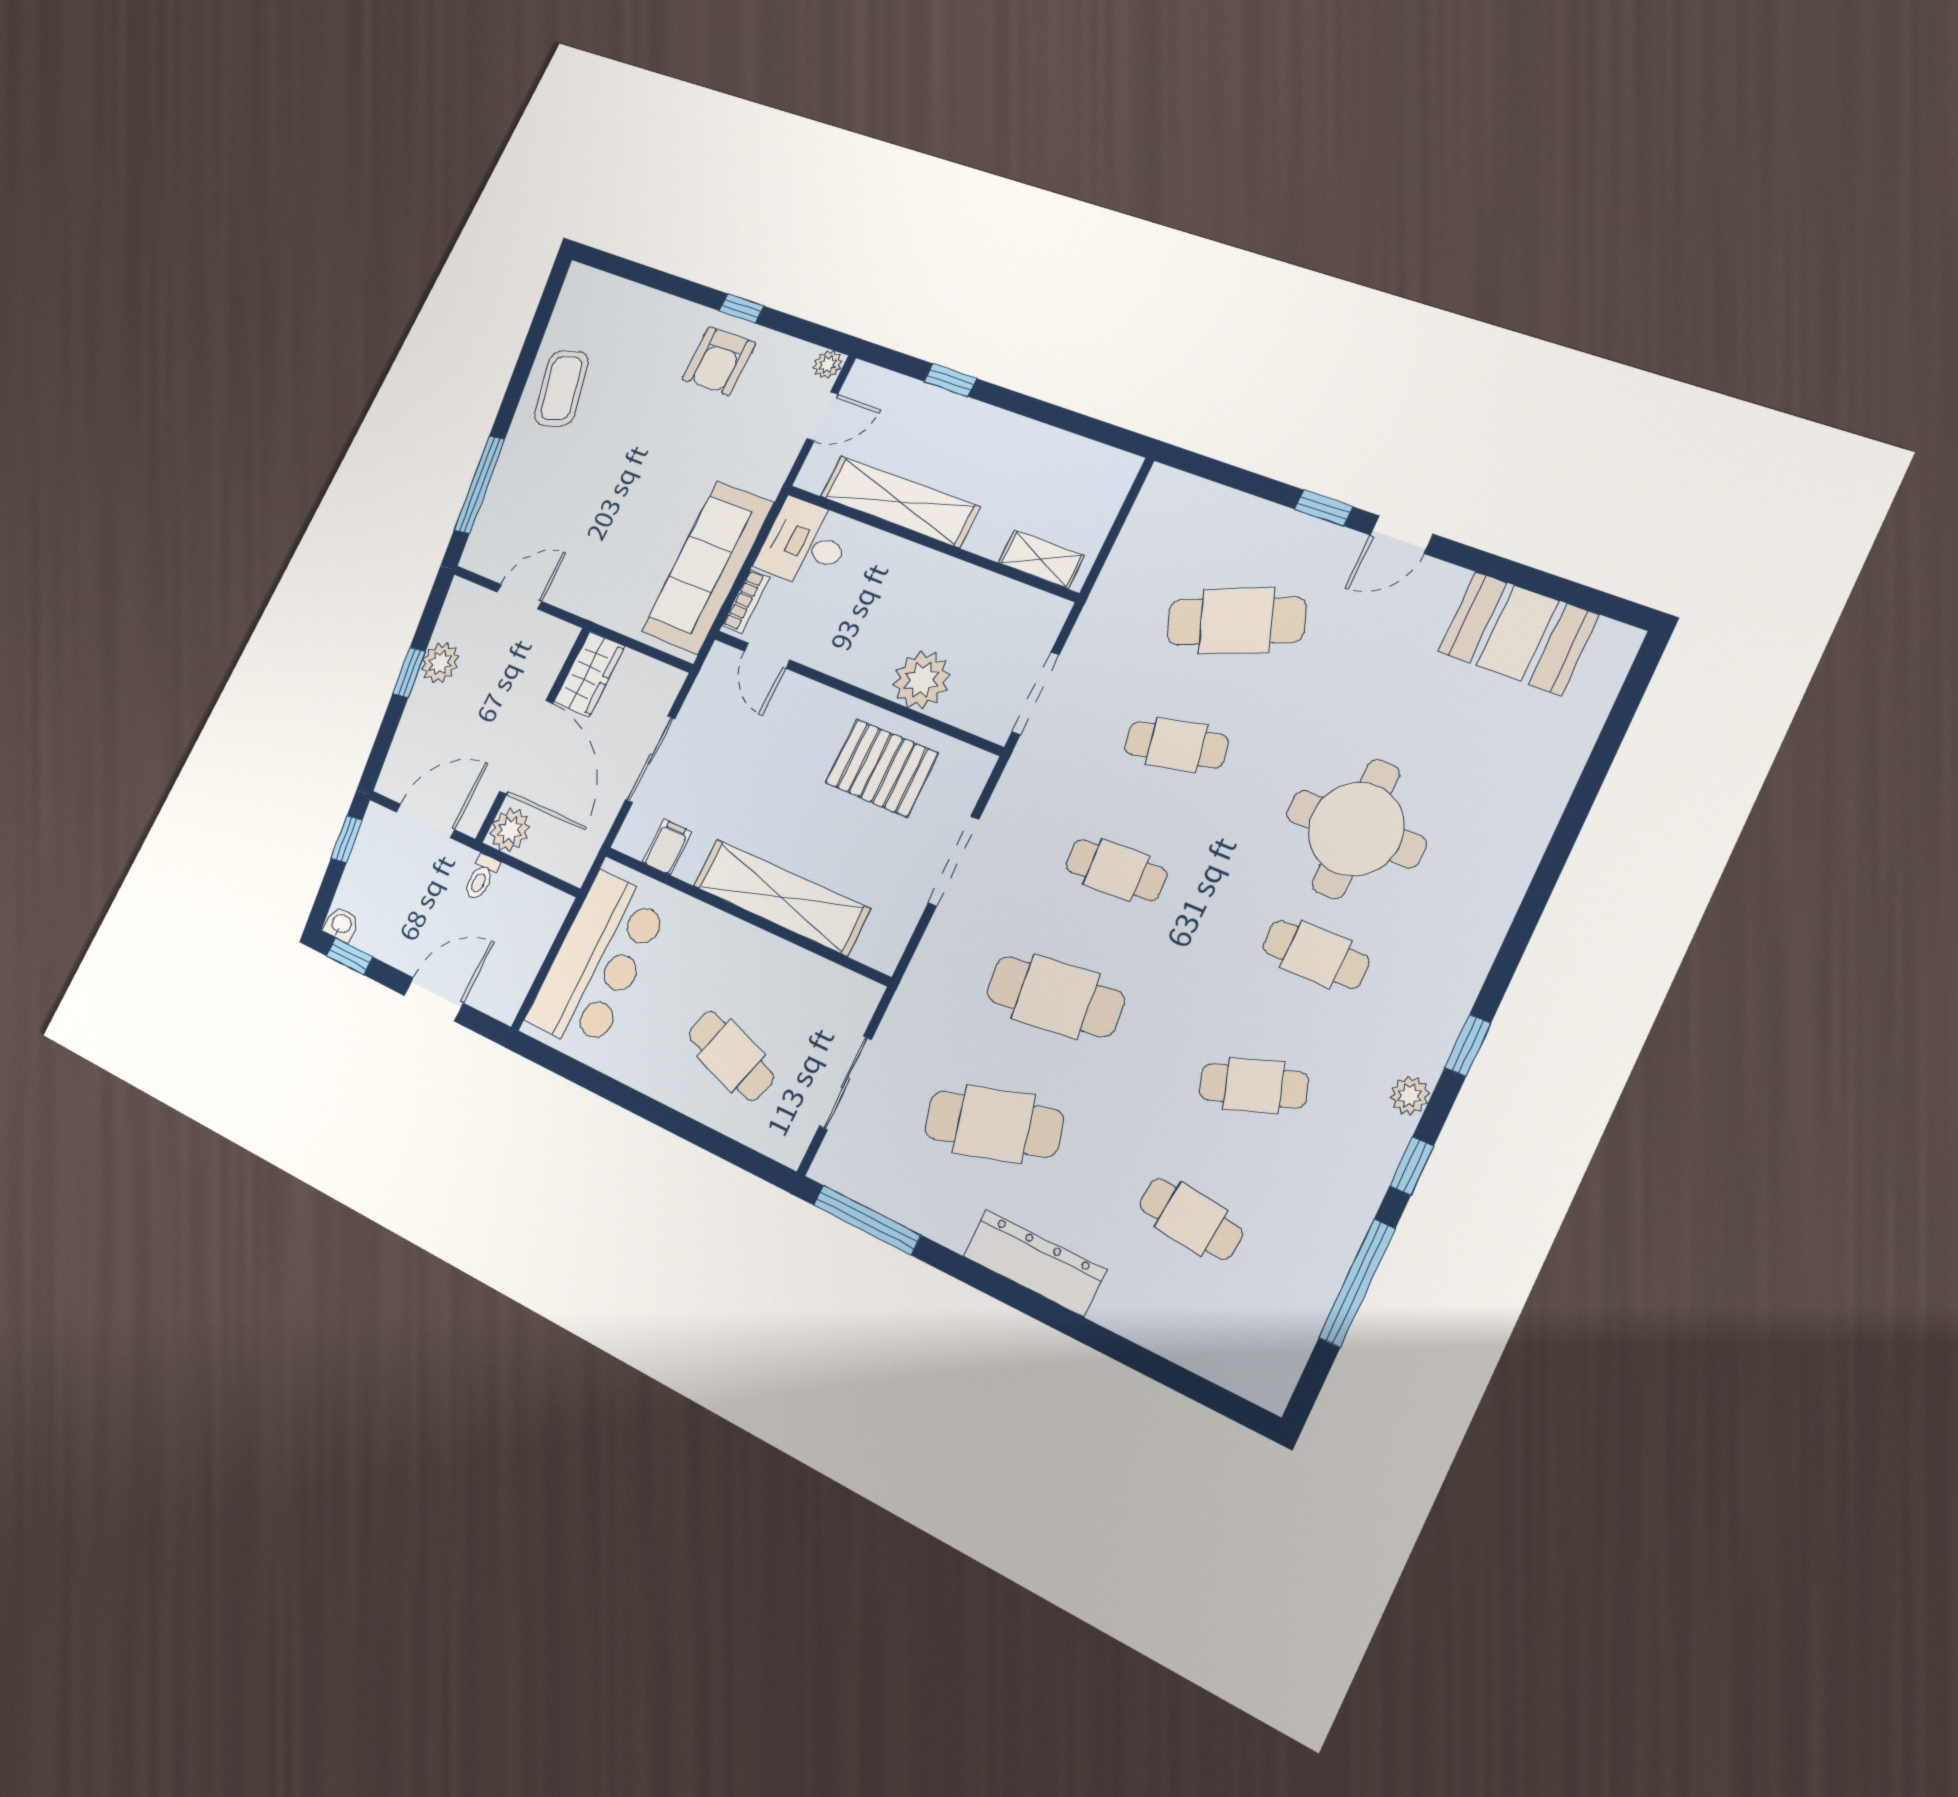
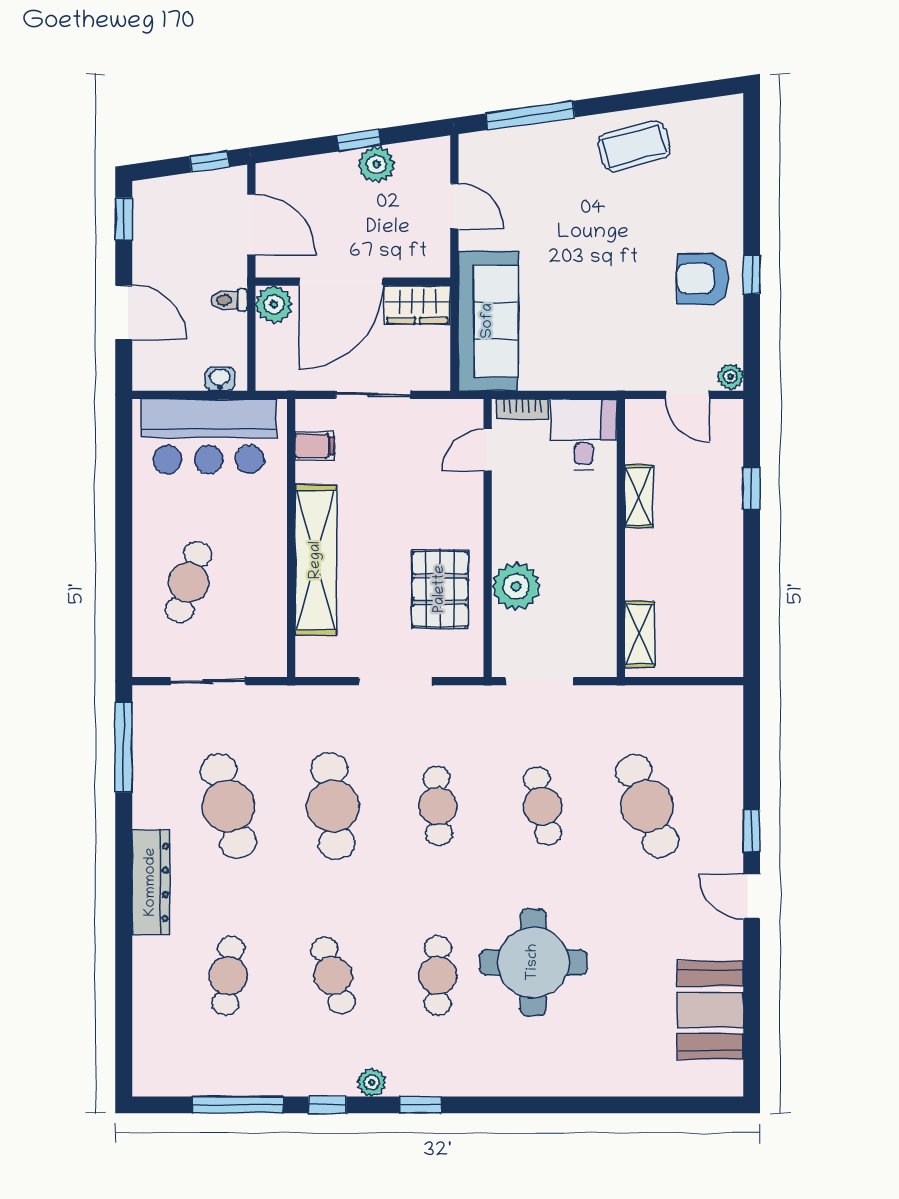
shelving: (900, 502) -> (639, 496), width x0.45, depth x0.75
sofa: (708, 567) -> (488, 321), moved, turned 90
washbasin: (341, 924) -> (220, 379), moved, turned -90

